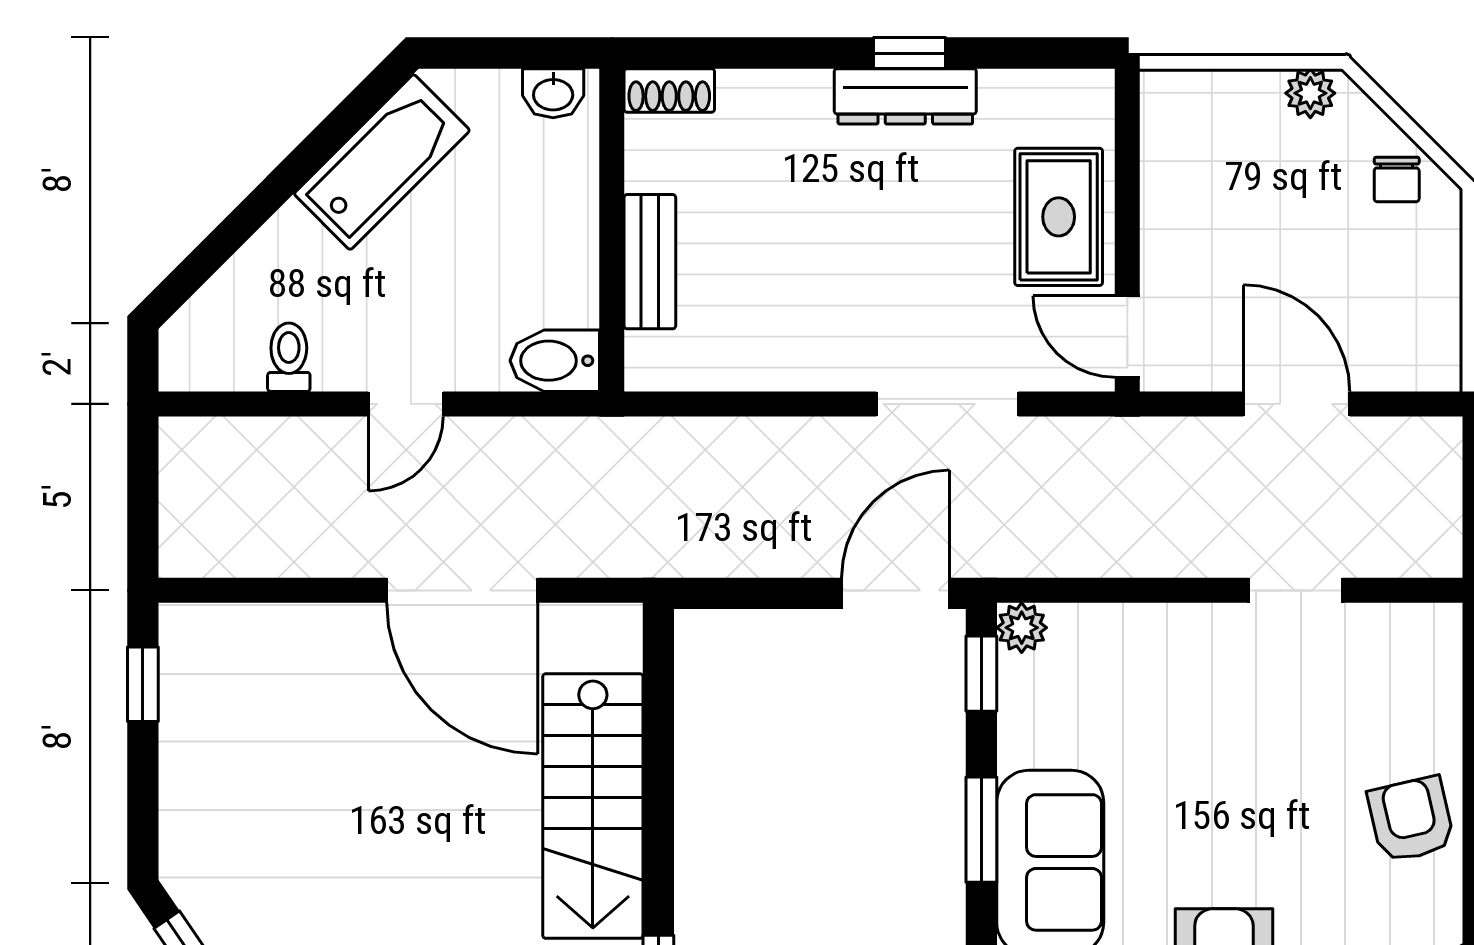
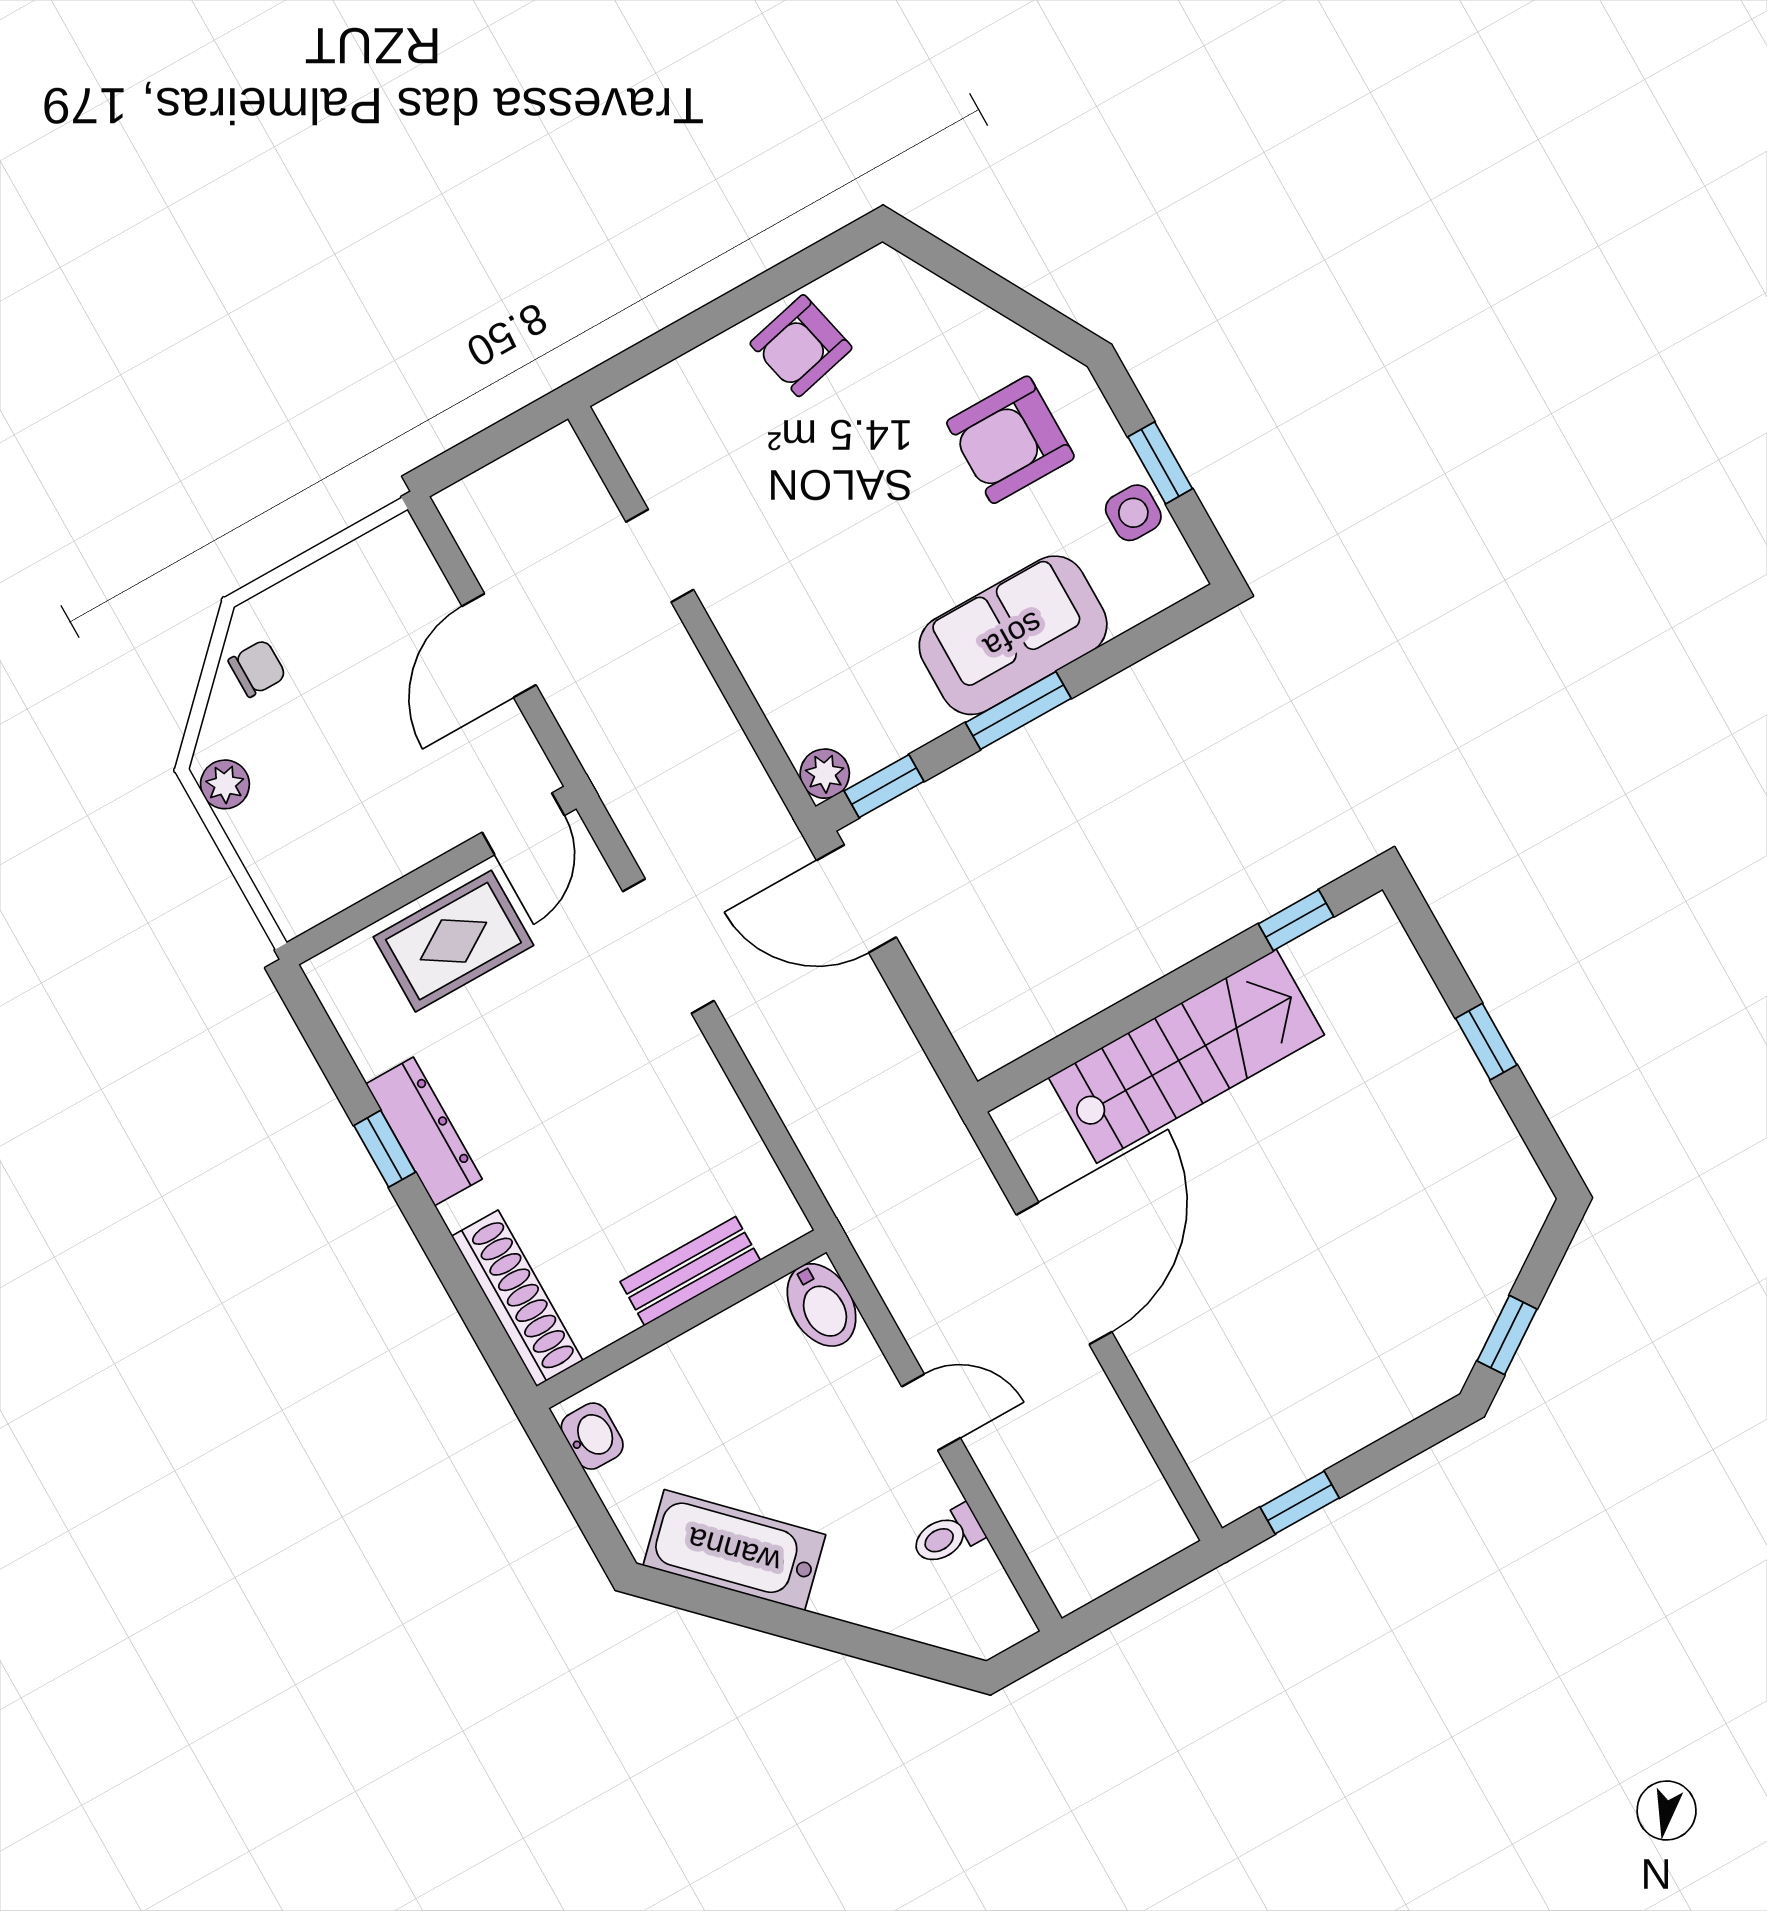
shoe rack: (669, 90) -> (517, 1298), width x1.94, depth x1.24

